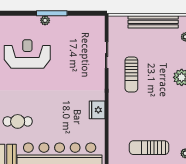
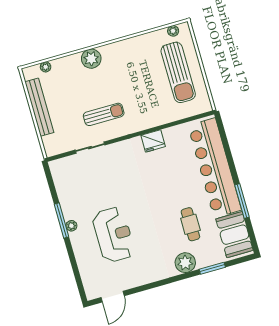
reception desk: (27, 54) -> (114, 235), turned 180
sun lounger: (149, 148) -> (178, 72), width x1.36, depth x1.34

